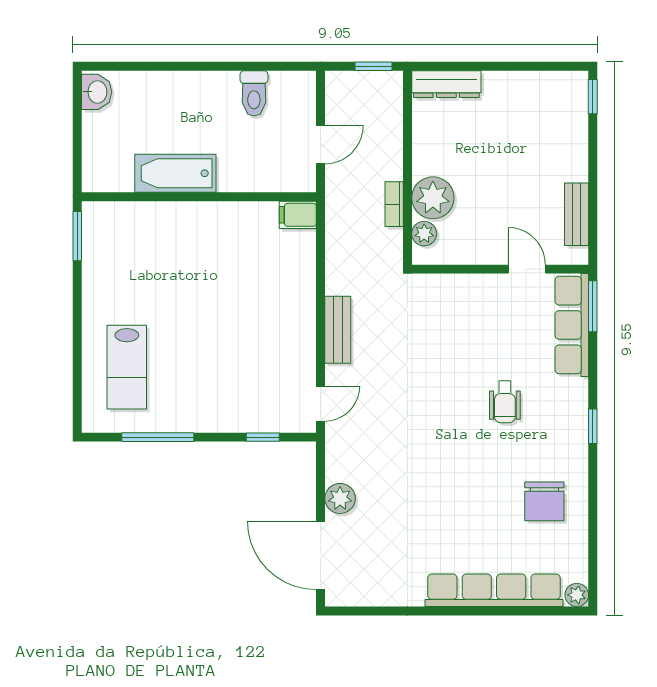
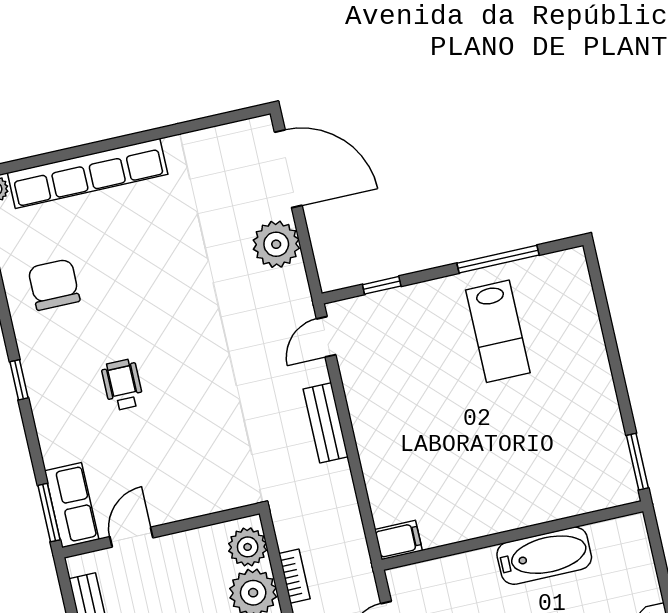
plant: (424, 234) -> (248, 547), width x1.38, depth x1.38
door: (527, 269) -> (131, 537), swing flipped
row of seats: (572, 325) -> (72, 505), width x0.68
lab bench: (127, 367) -> (498, 331), moved, turned 180
plant: (340, 498) -> (276, 244), width x1.36, depth x1.36

